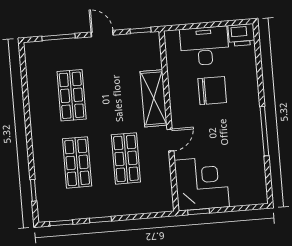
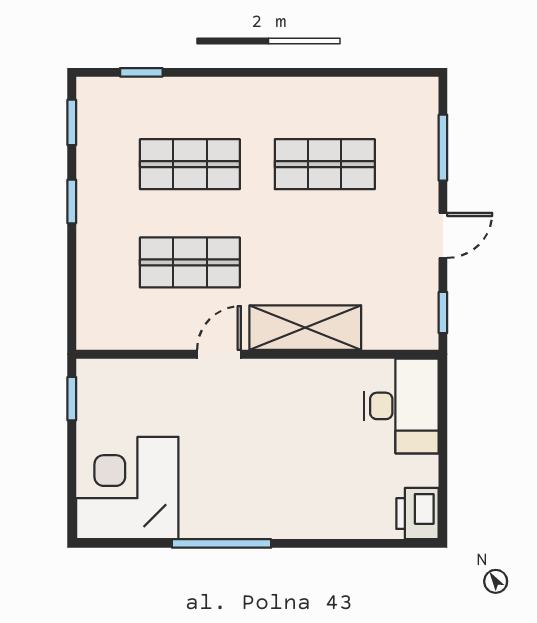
desk: (204, 46) -> (401, 406), moved
chair: (212, 91) -> (311, 446), removed
door: (170, 140) -> (219, 354), swing flipped
corner desk: (202, 184) -> (127, 488), moved, turned 180

